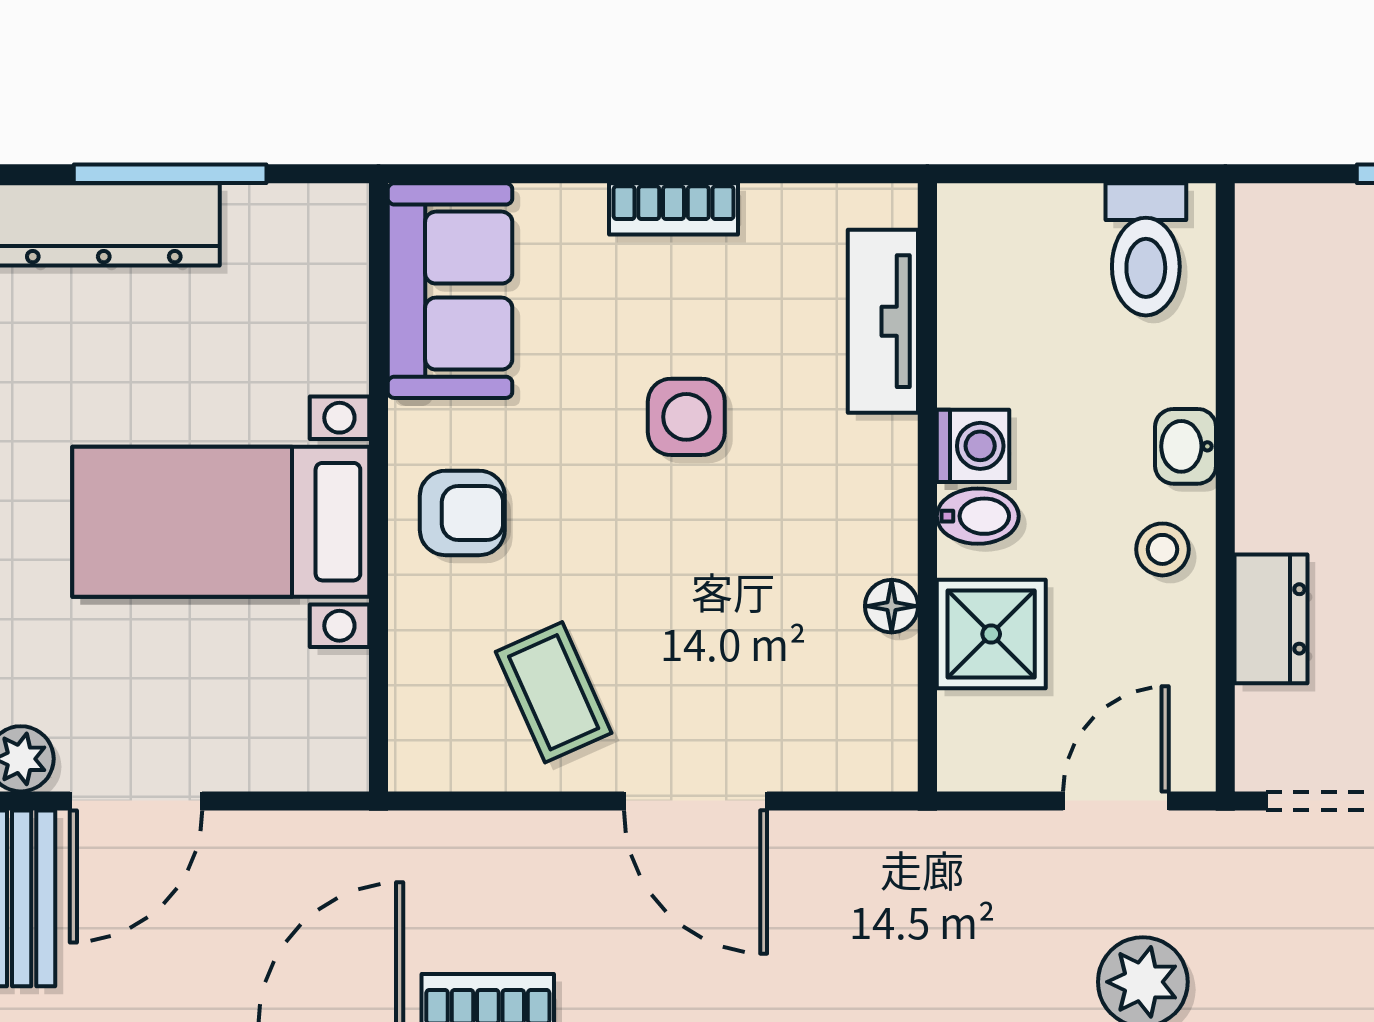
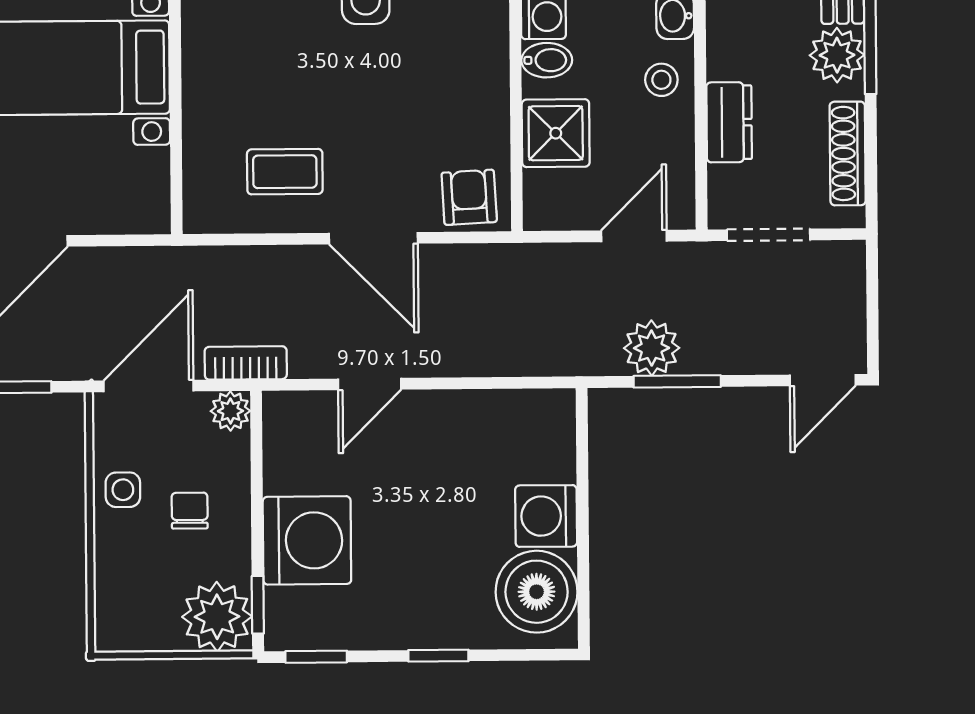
armchair: (462, 513) -> (469, 197), moved, turned -93
floor lamp: (892, 606) -> (494, 116), removed
coffee table: (554, 692) -> (285, 172), turned -66

